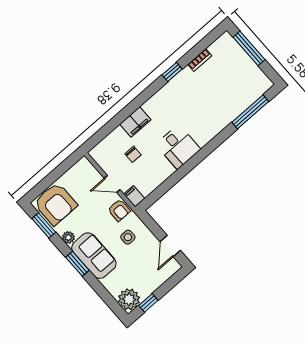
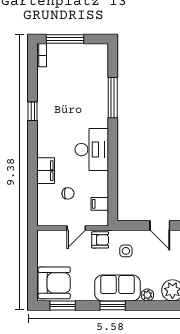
bookcase: (200, 60) -> (42, 55), moved
window: (250, 112) -> (113, 98), moved
desk: (178, 147) -> (92, 150), width x1.37
filing cabinet: (134, 196) -> (100, 204), moved
plant: (68, 237) -> (147, 295), moved

